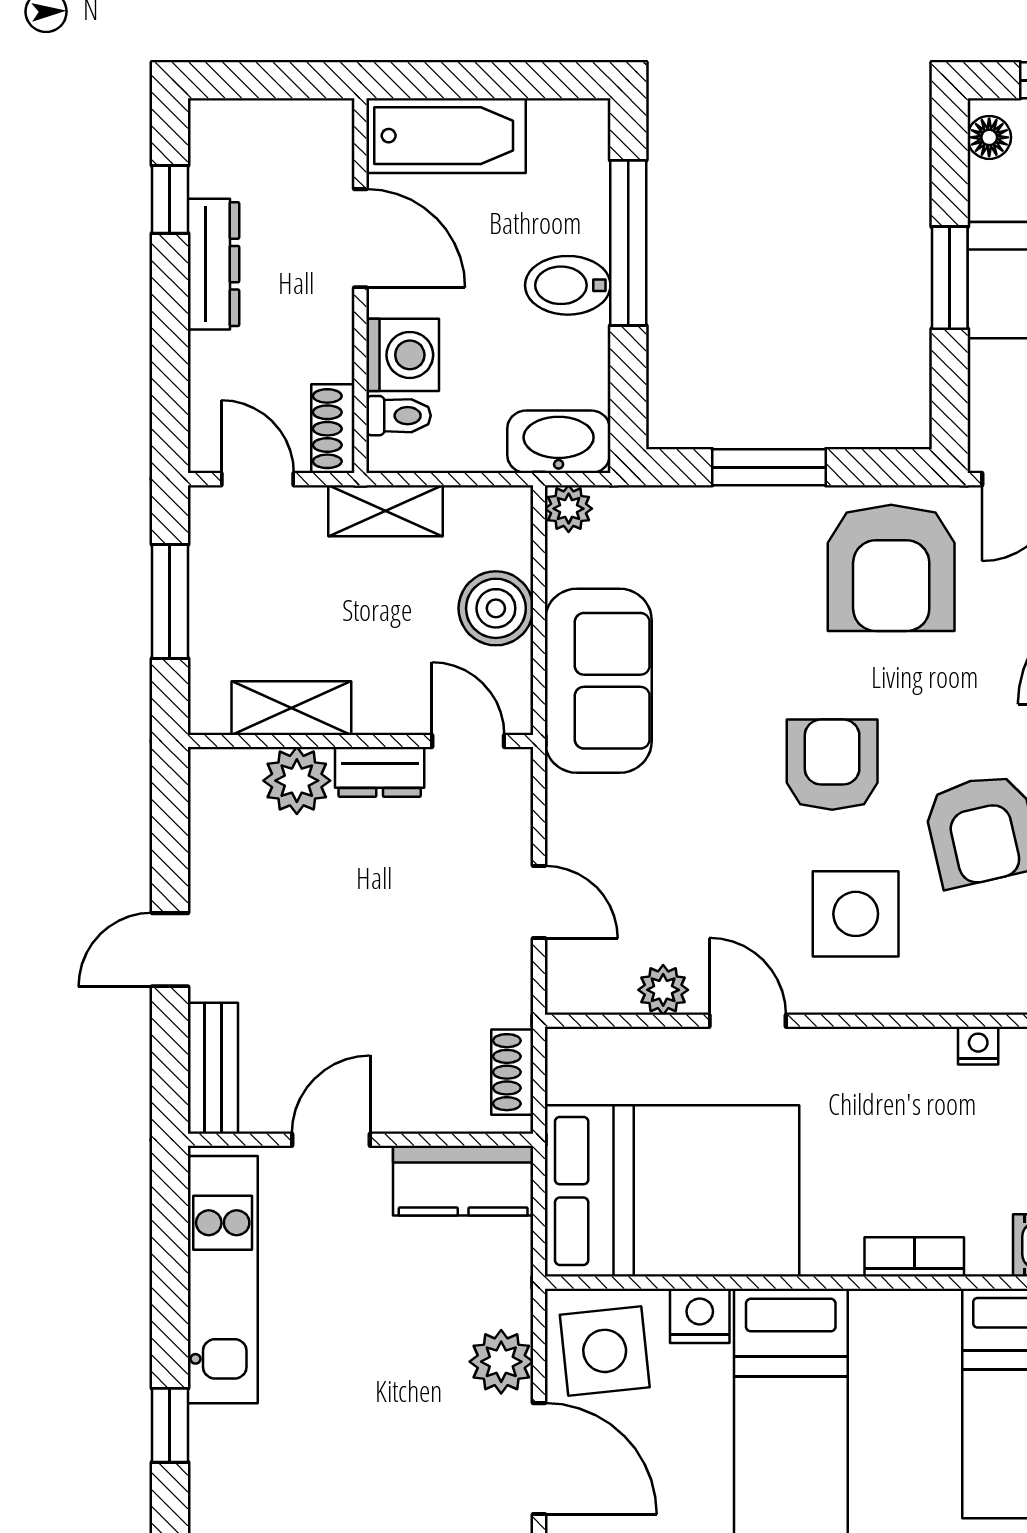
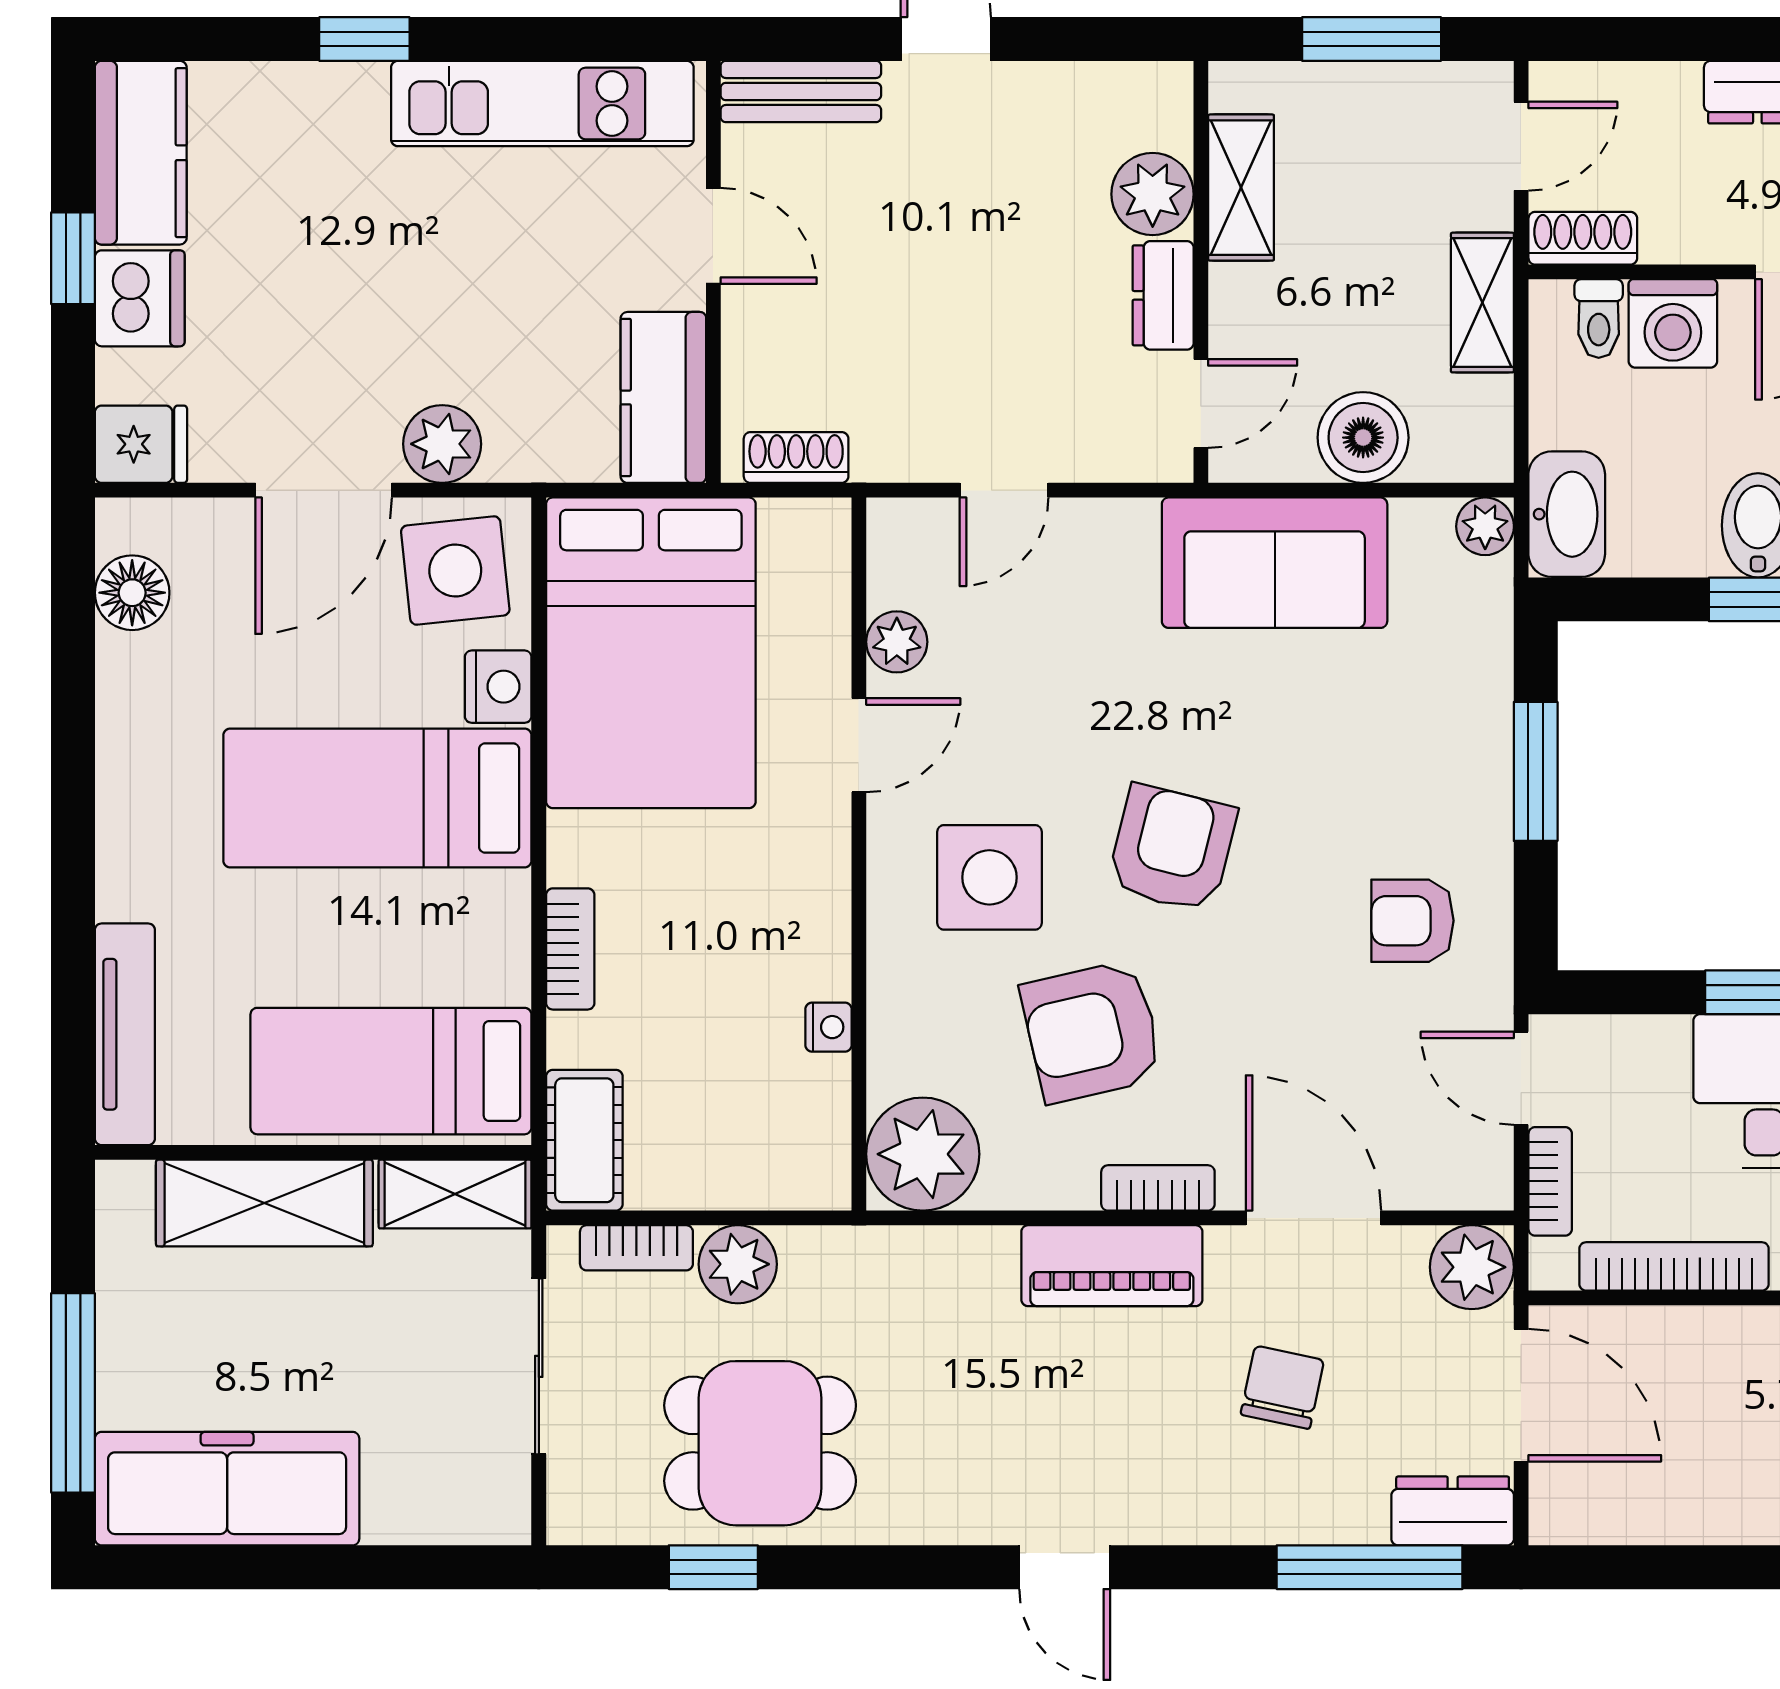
armchair: (891, 568) -> (1412, 921), width x0.53, depth x0.53
armchair: (832, 765) -> (1172, 848), turned -76

